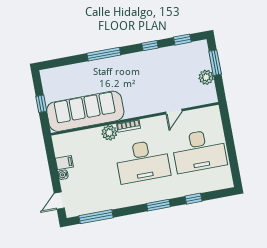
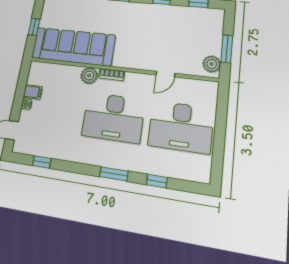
window: (215, 63) -> (227, 49), moved
plant: (206, 77) -> (212, 64), moved
window: (96, 217) -> (42, 162), width x0.46

